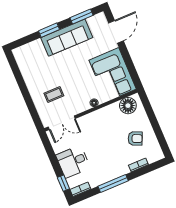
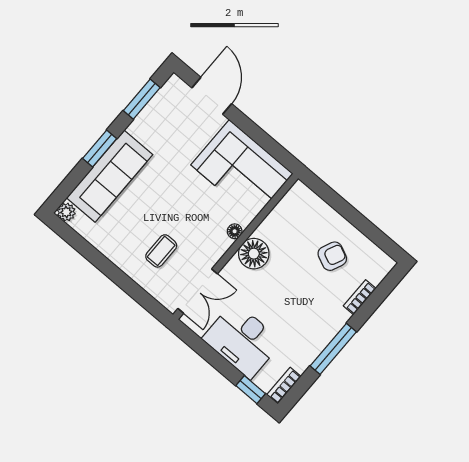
sofa: (67, 38) -> (110, 176), moved
plant: (18, 53) -> (66, 212), added
floor lamp: (128, 106) -> (254, 254), moved
desk: (73, 162) -> (242, 340), width x1.37

